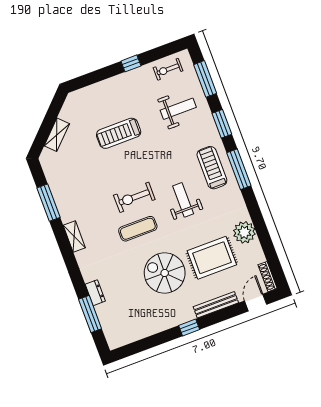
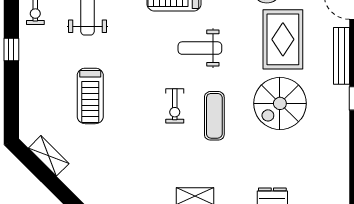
shelving: (57, 135) -> (49, 156), moved
exercise bike: (134, 197) -> (175, 106), width x0.73, depth x0.72

